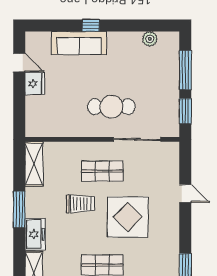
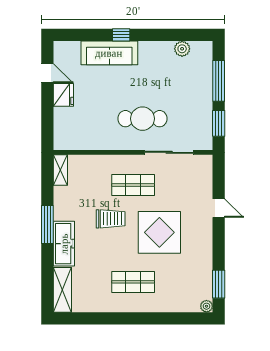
shelving: (34, 164) -> (60, 170), width x0.67, depth x0.75
freezer: (35, 234) -> (64, 244), width x1.40

